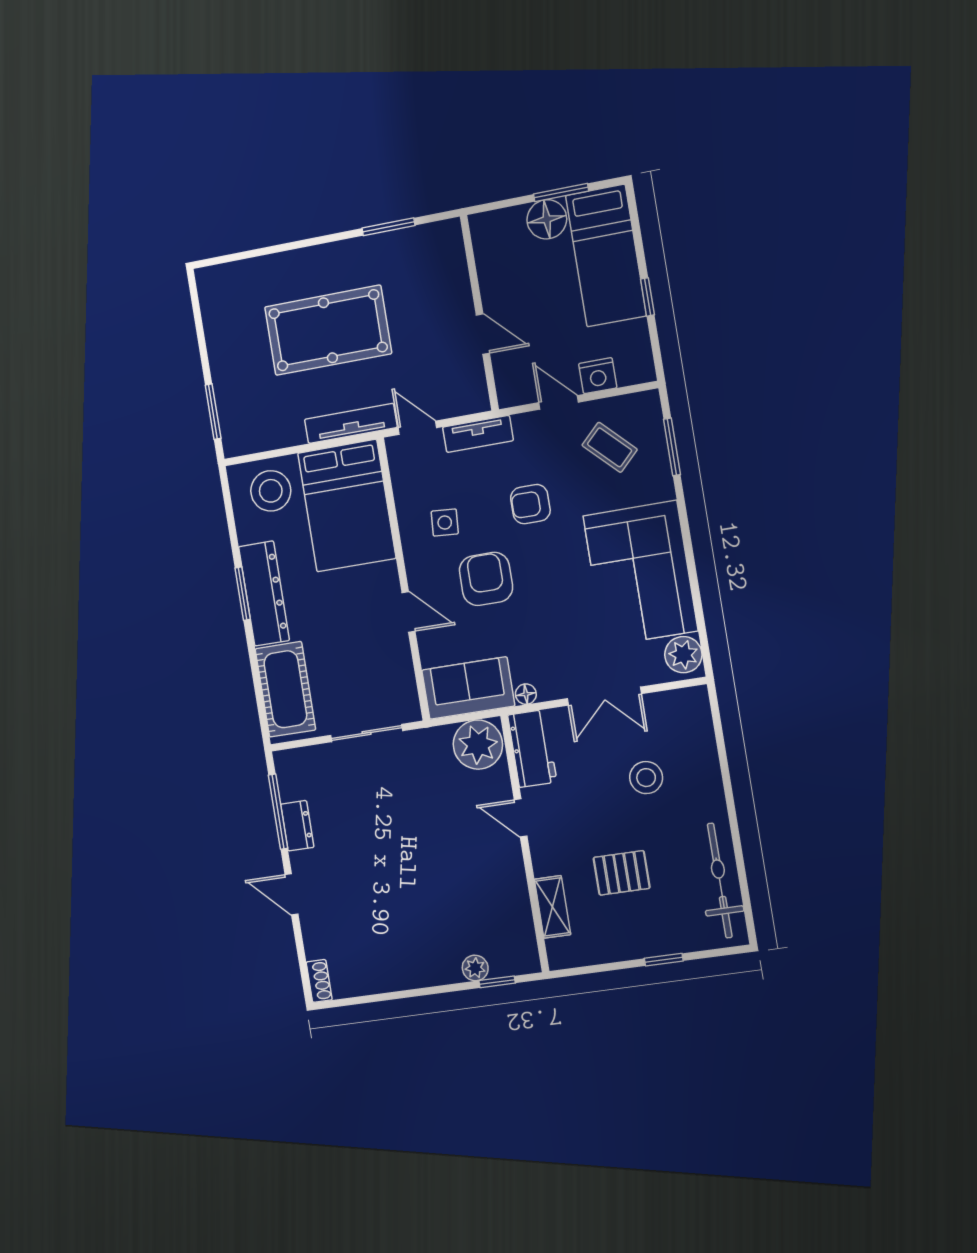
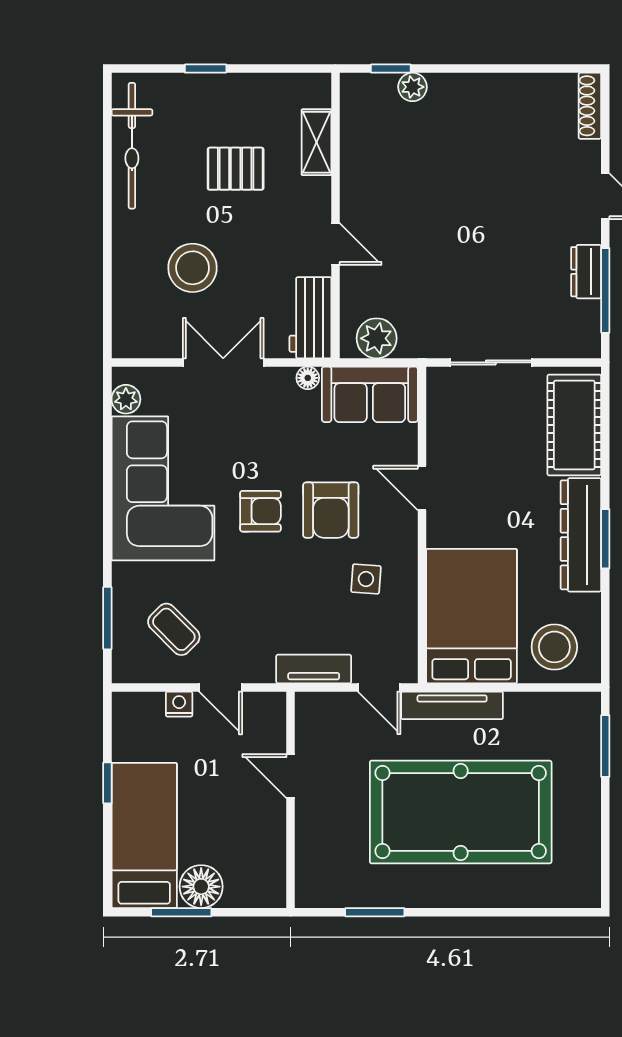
pool table: (328, 330) -> (461, 812), width x1.36, depth x1.32
nightstand: (598, 376) -> (179, 704), width x0.72, depth x0.74
armchair: (530, 504) -> (260, 511), moved
plant: (683, 655) -> (126, 399), width x0.73, depth x0.73
plant: (478, 745) -> (377, 338), width x0.73, depth x0.73
stool: (646, 778) -> (193, 268), width x1.38, depth x1.38
shoe rack: (319, 981) -> (590, 106), width x1.43

